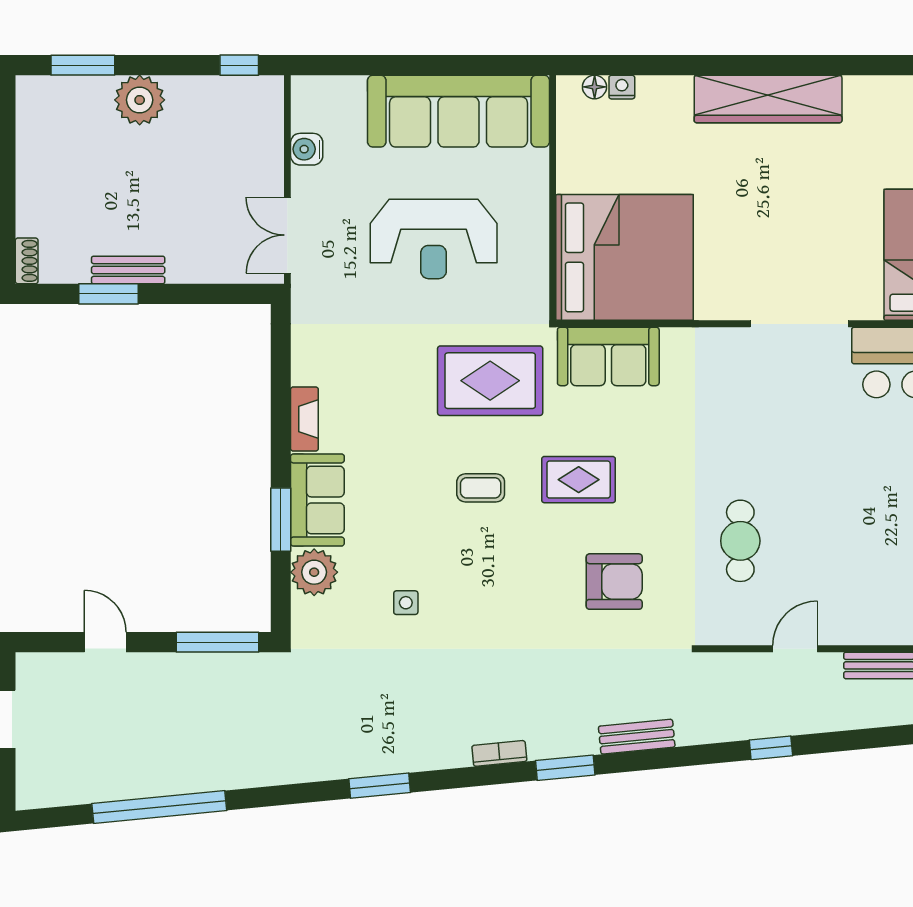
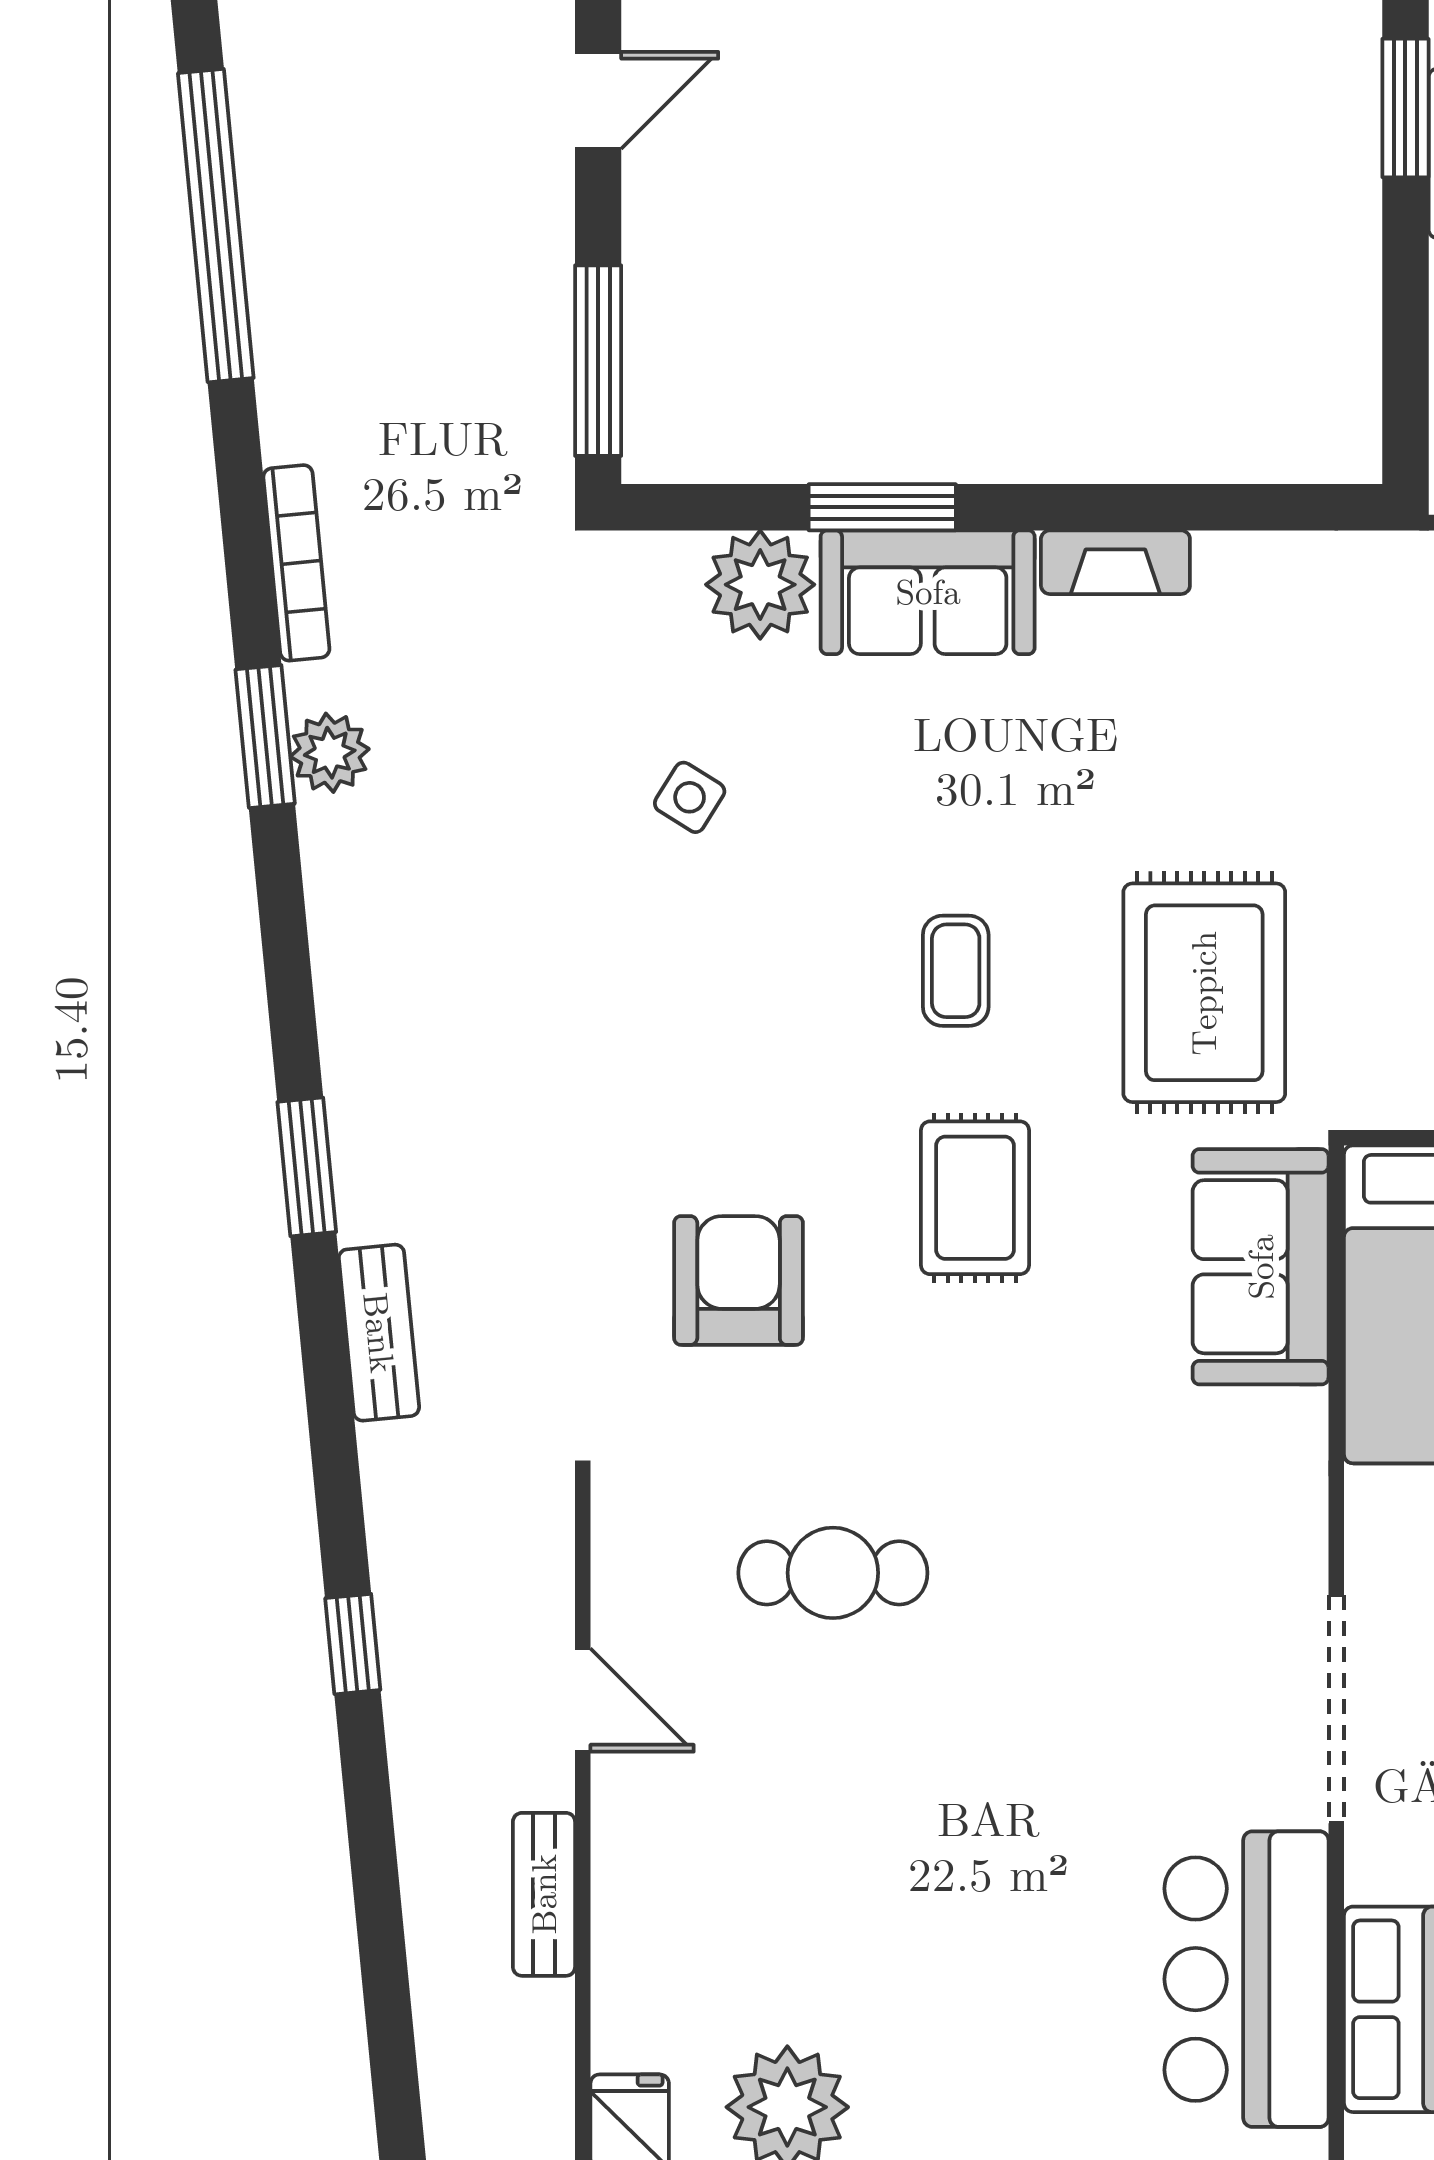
armchair: (614, 582) -> (739, 1280), turned 180
side table: (406, 603) -> (690, 797), turned 32
bookcase: (499, 753) -> (296, 563), moved, width x1.56
plant: (387, 758) -> (330, 753), added

